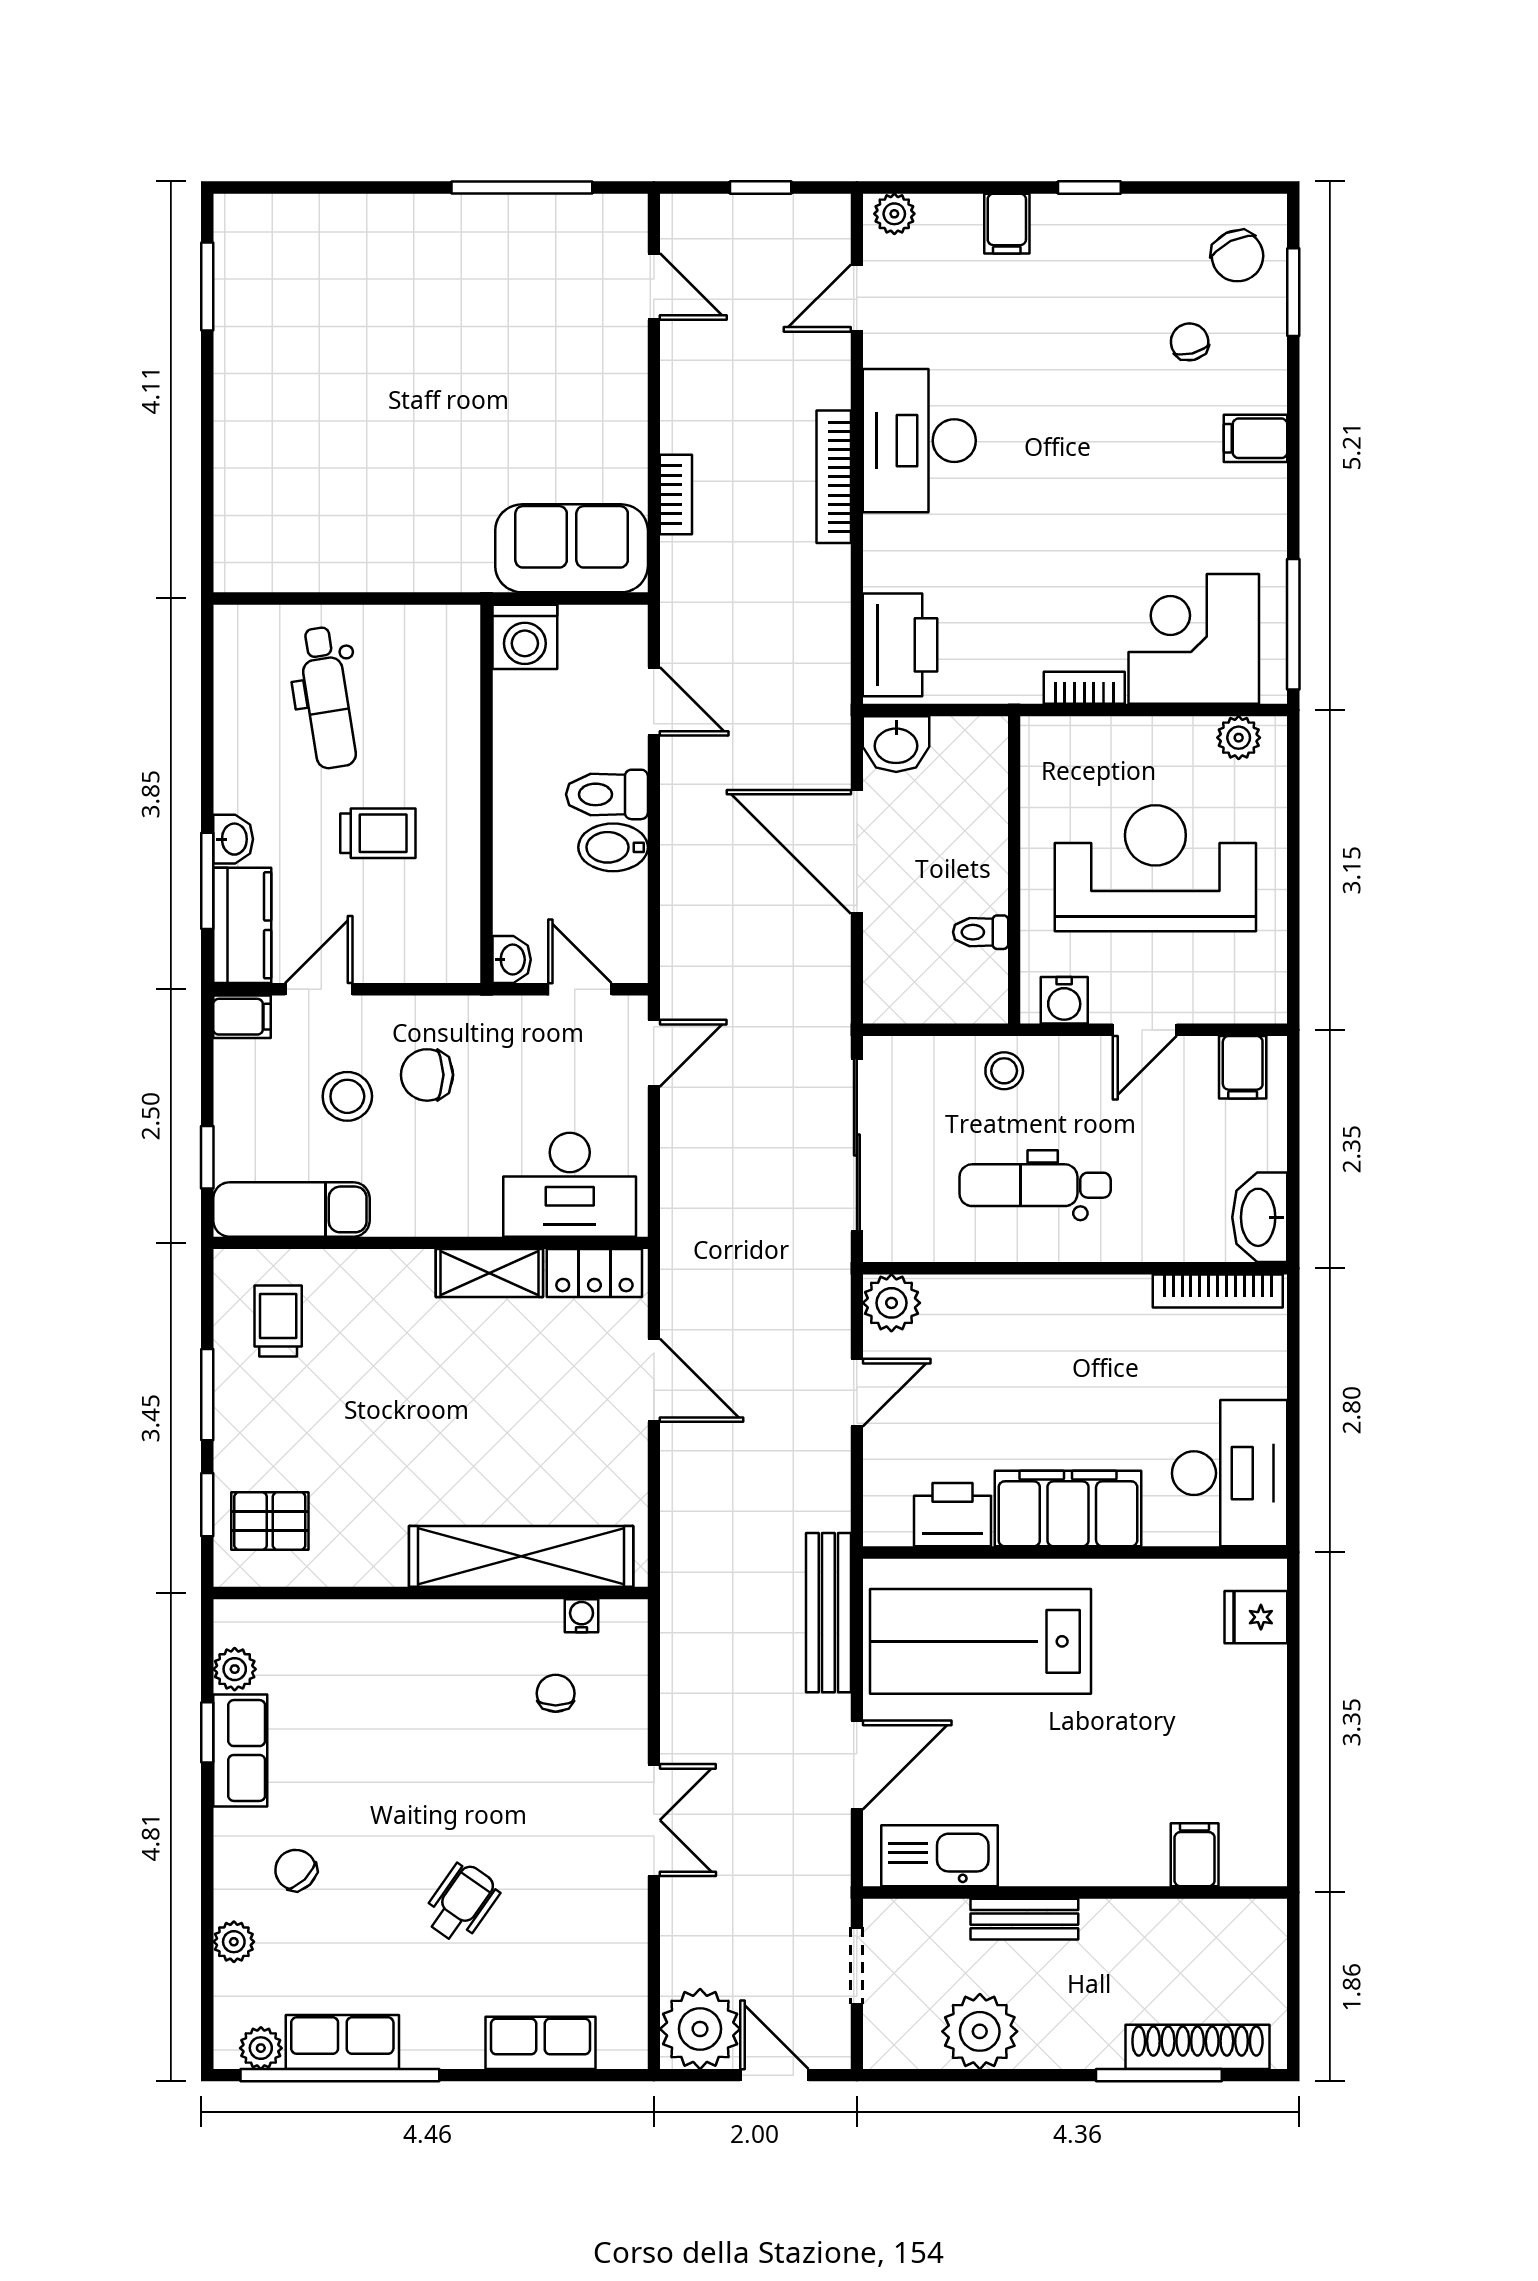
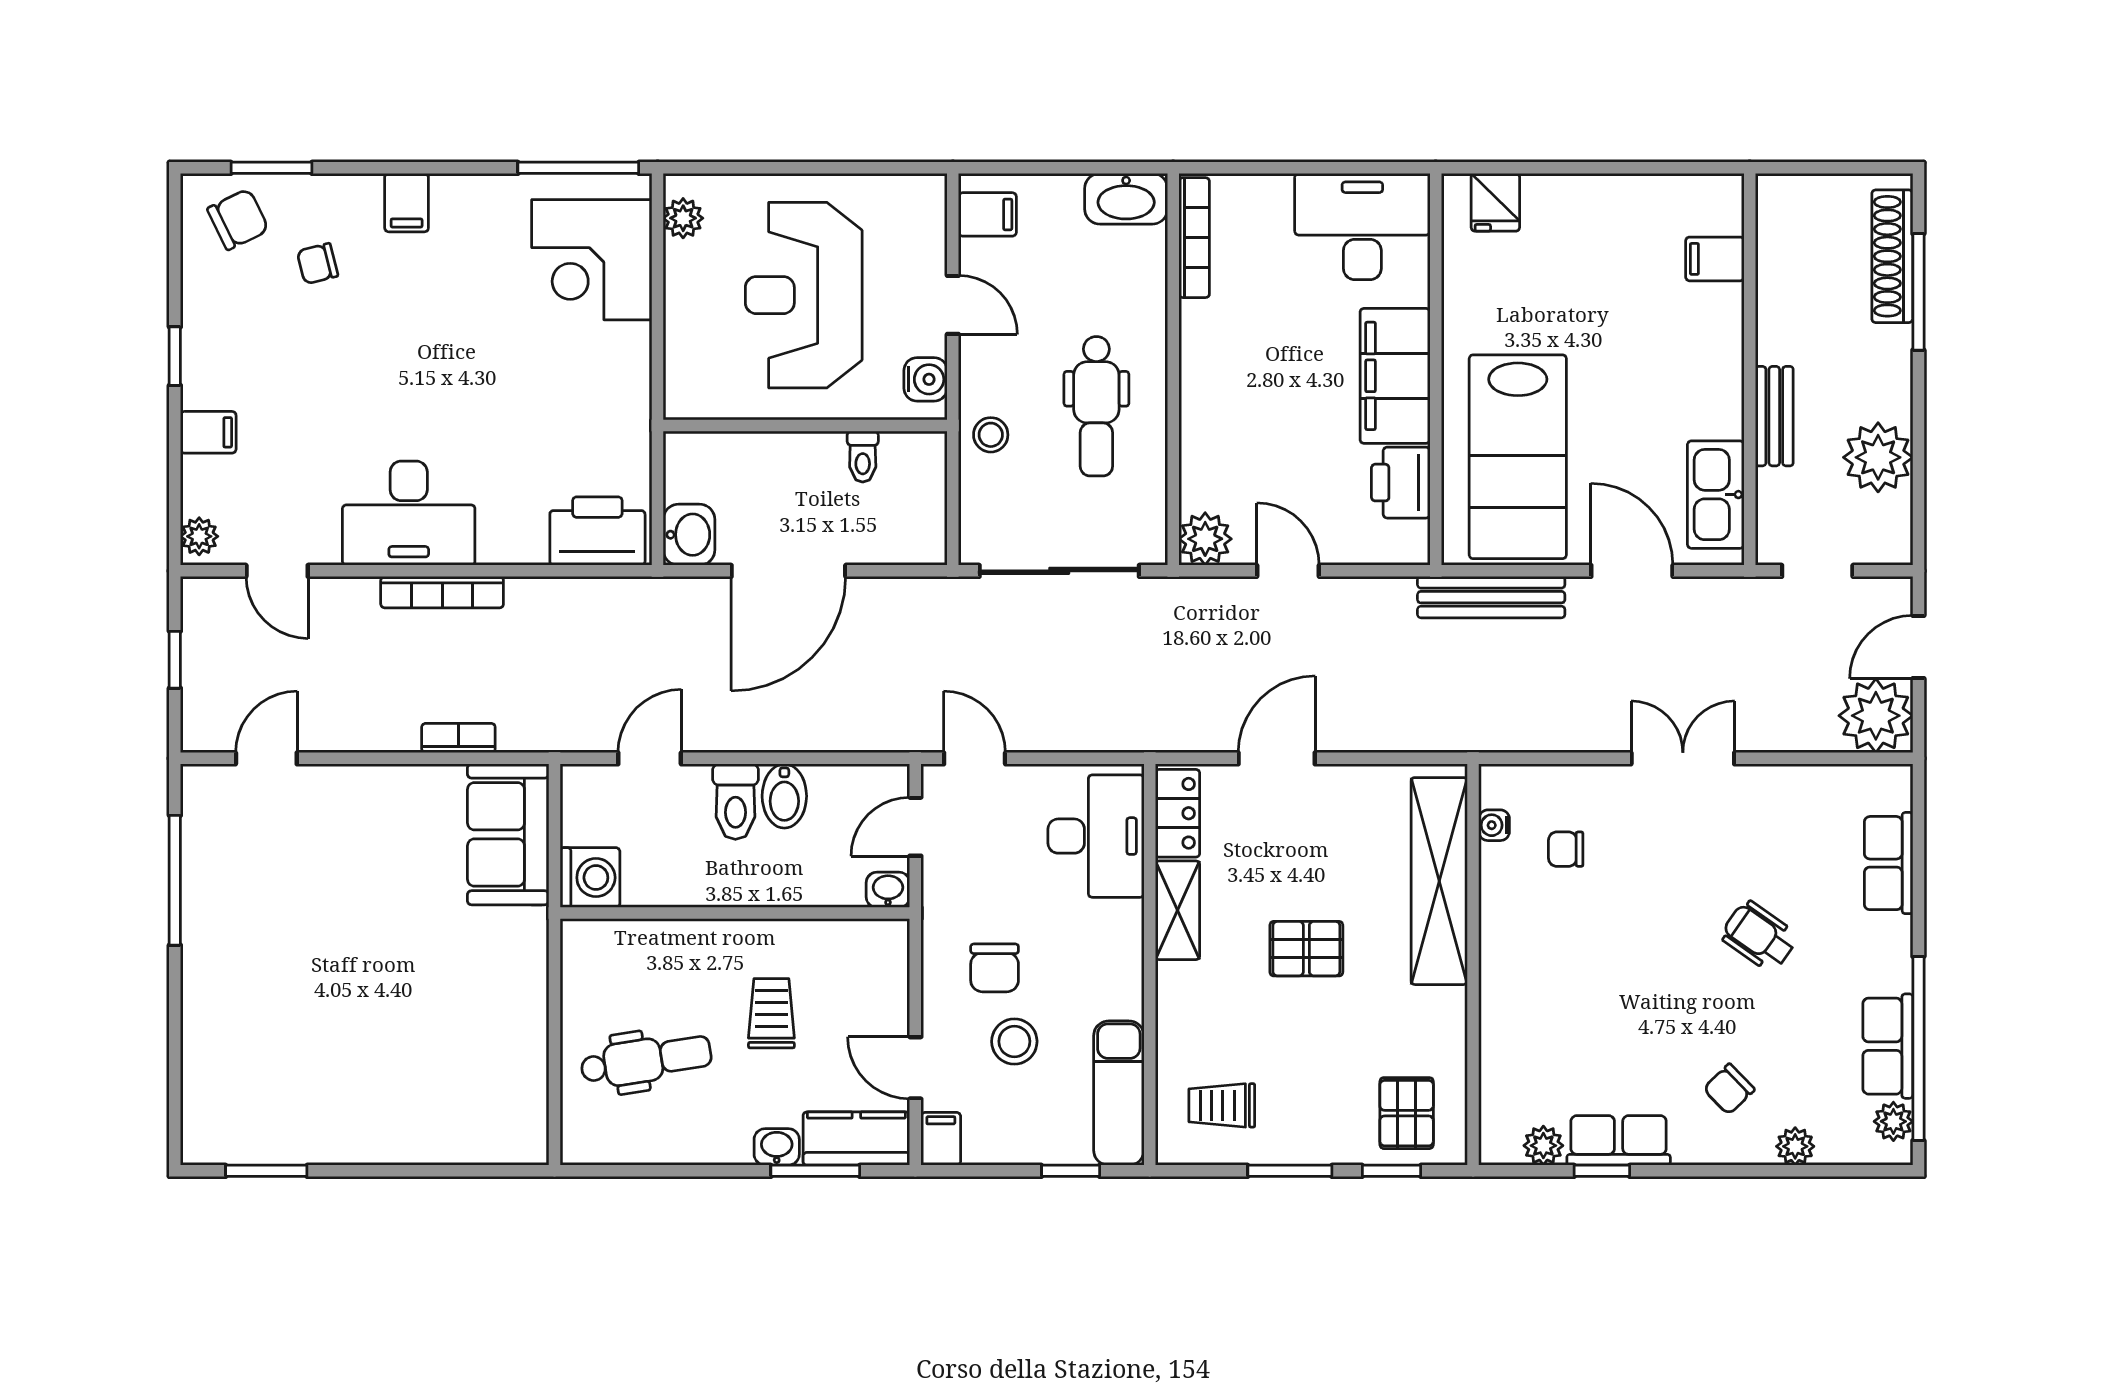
bookcase: (1084, 688) -> (637, 361), removed
pallet: (448, 1412) -> (1306, 949), added

